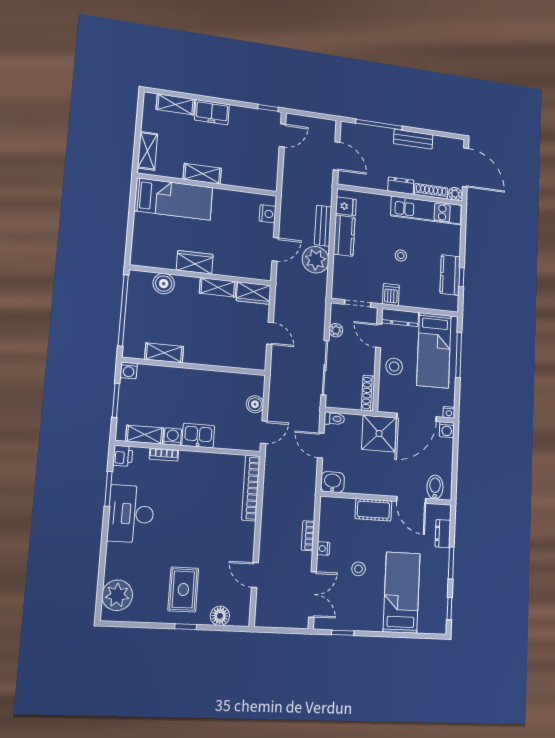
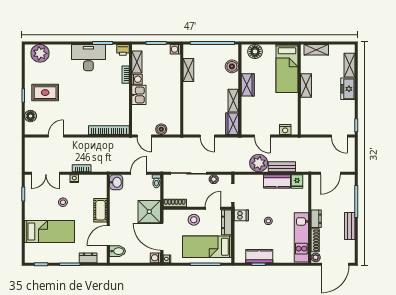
floor lamp: (143, 245) -> (255, 52), added
door: (270, 333) -> (207, 136), hinge flipped

